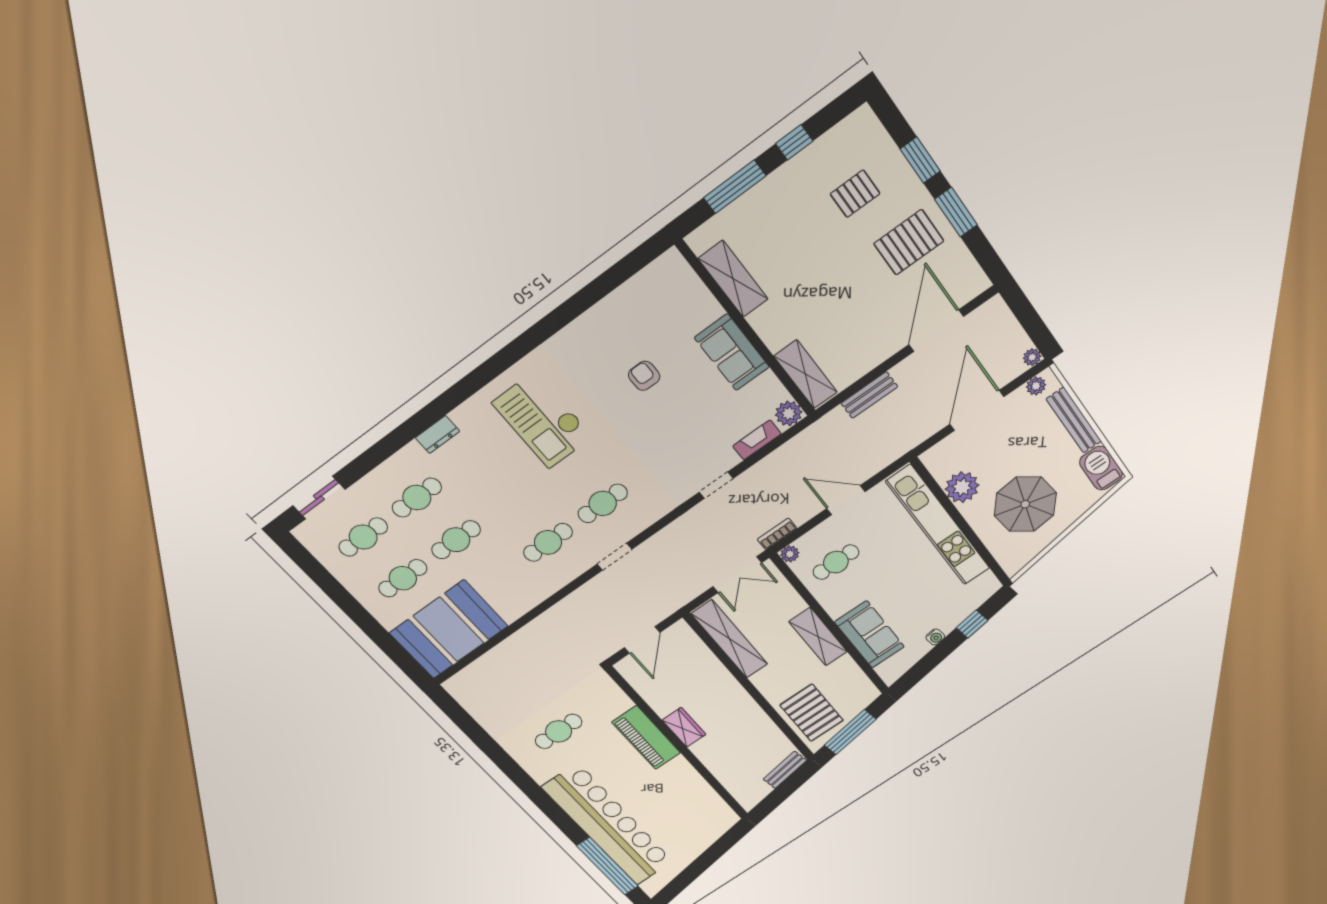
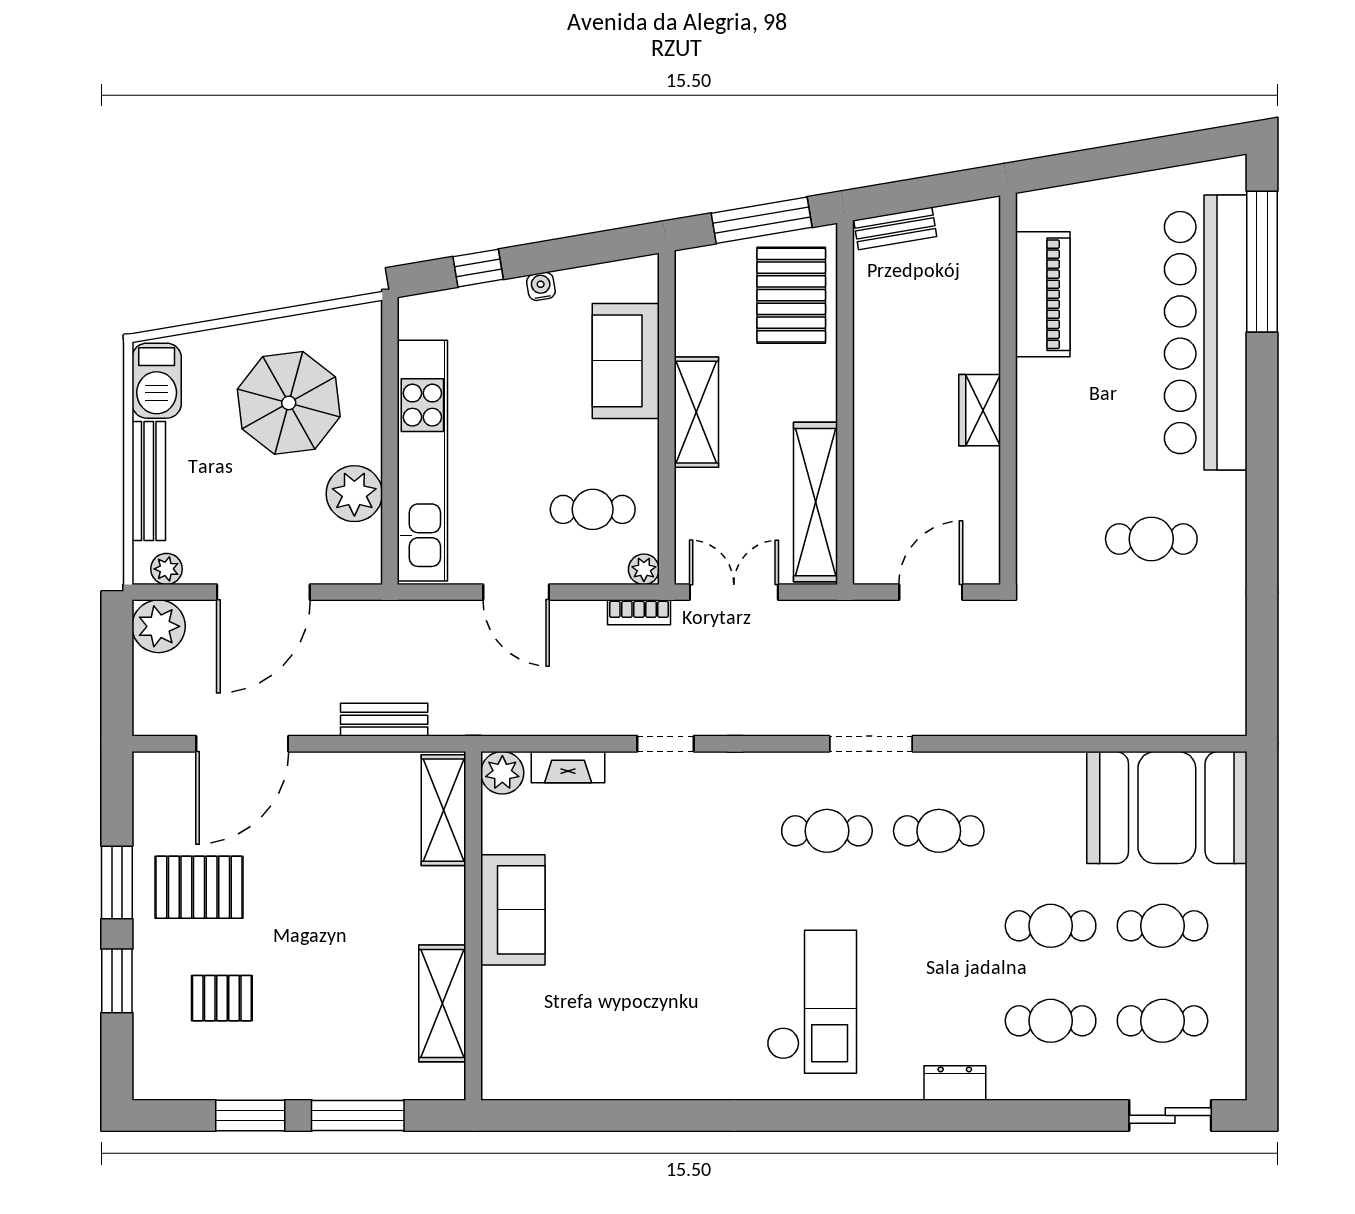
window: (794, 142) -> (250, 1115), width x1.50
plant: (1032, 357) -> (159, 626), width x1.87, depth x1.87
armchair: (644, 376) -> (643, 962), removed
doorway: (614, 557) -> (871, 744), width x1.38
piano: (646, 738) -> (1043, 294), moved

